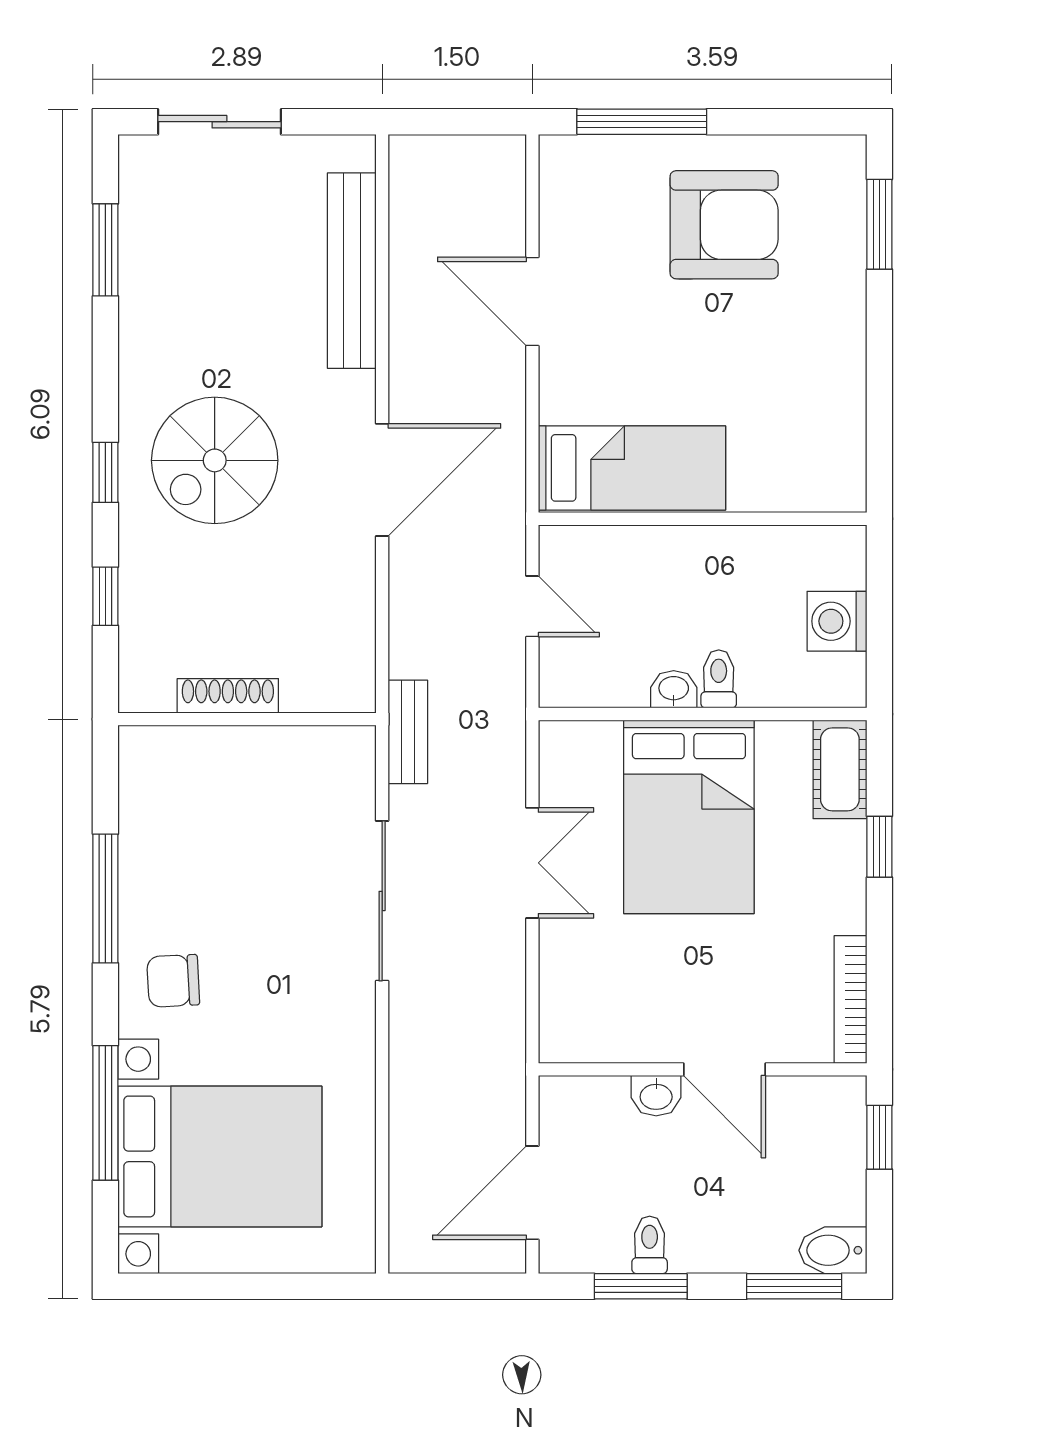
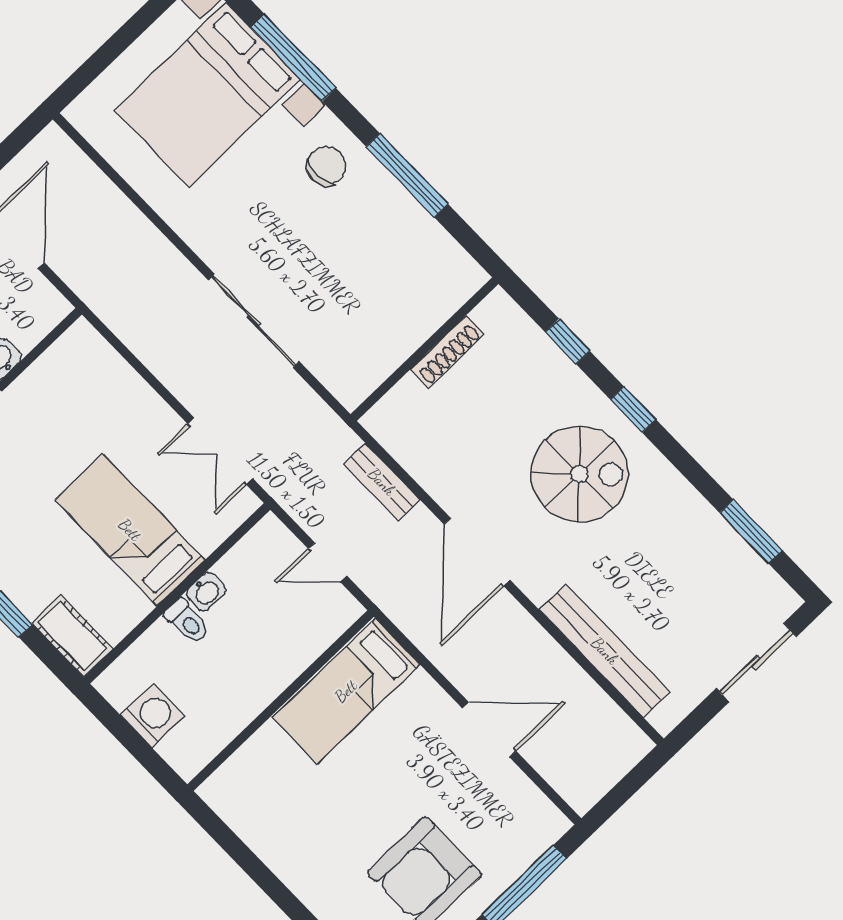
spiral stairs: (215, 460) -> (579, 474), turned 90
bench: (408, 732) -> (382, 482), moved
bed: (689, 817) -> (130, 530), width x0.67
double door: (532, 863) -> (220, 451), moved

